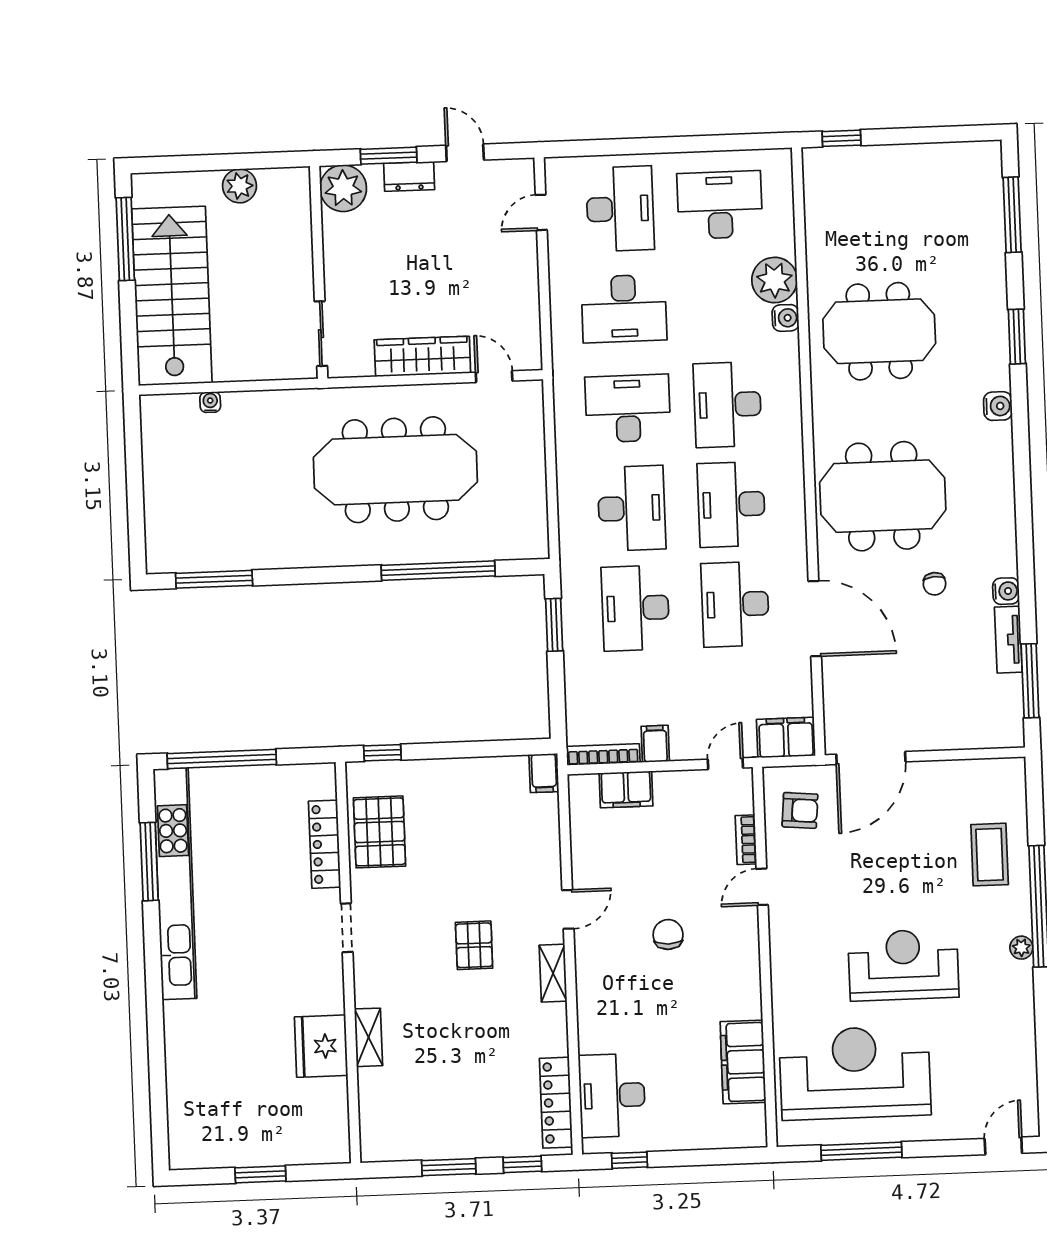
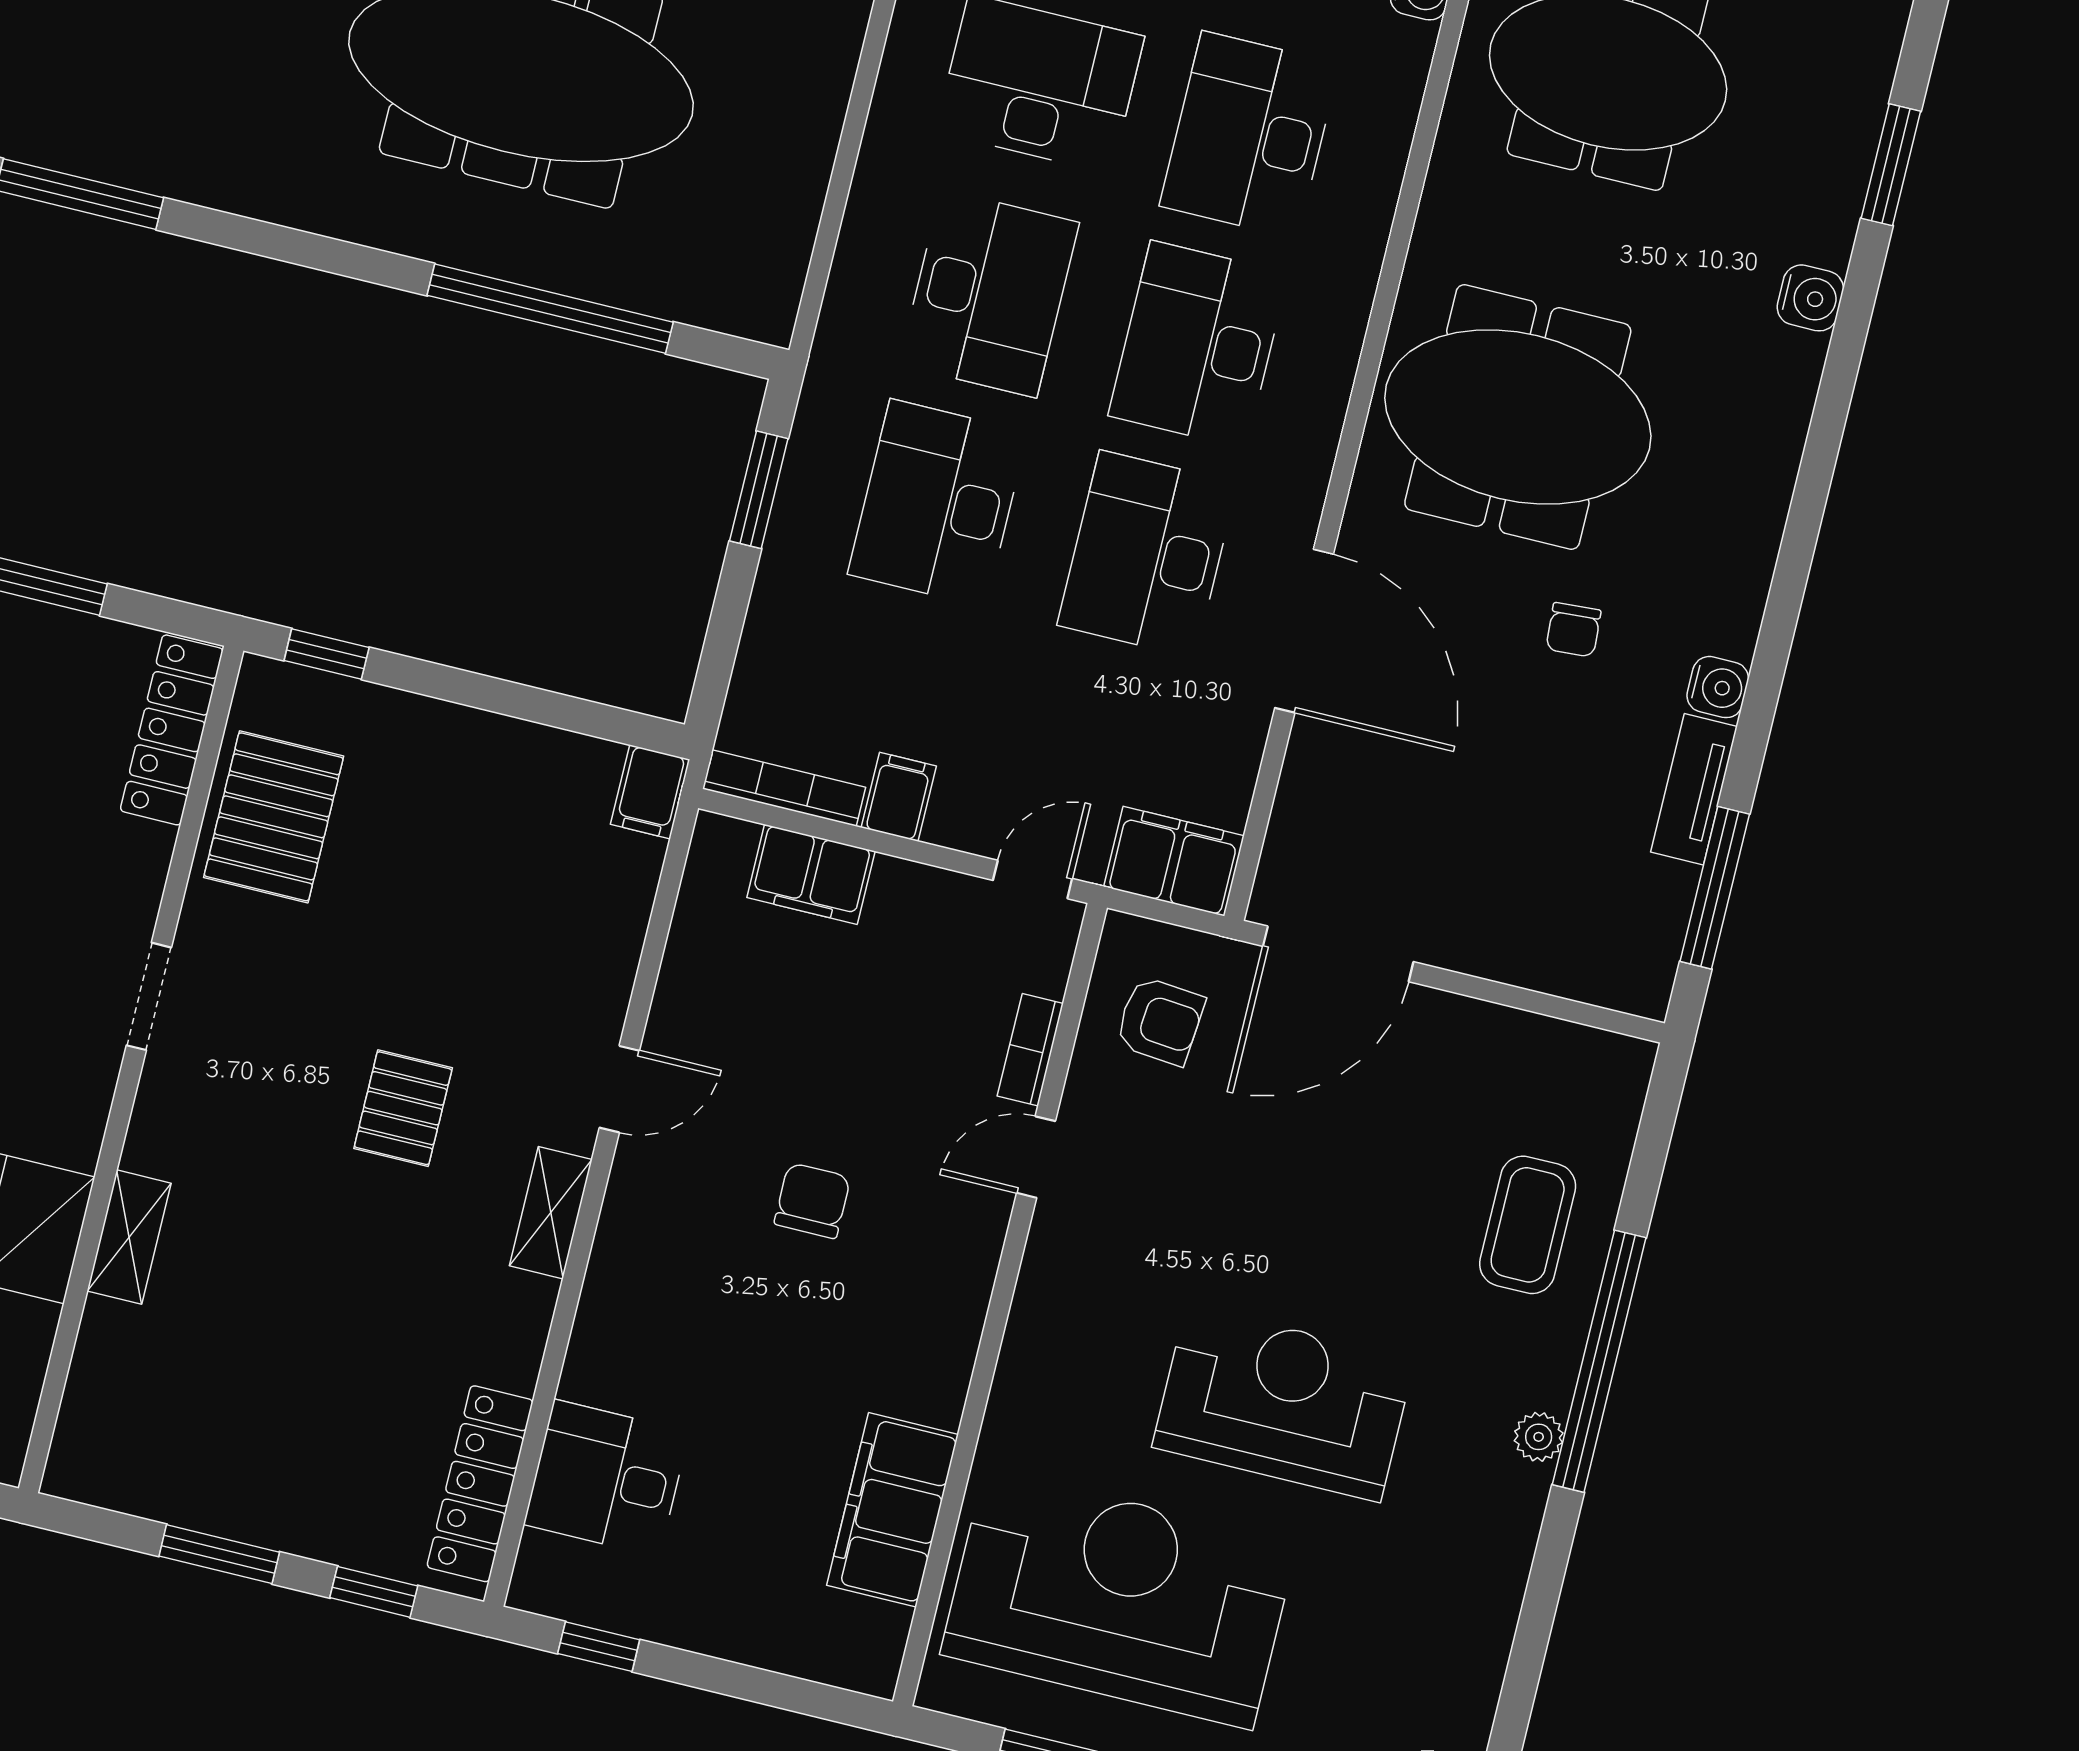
locker: (325, 844) -> (172, 730), moved
desk: (612, 1095) -> (606, 1478), width x0.73

